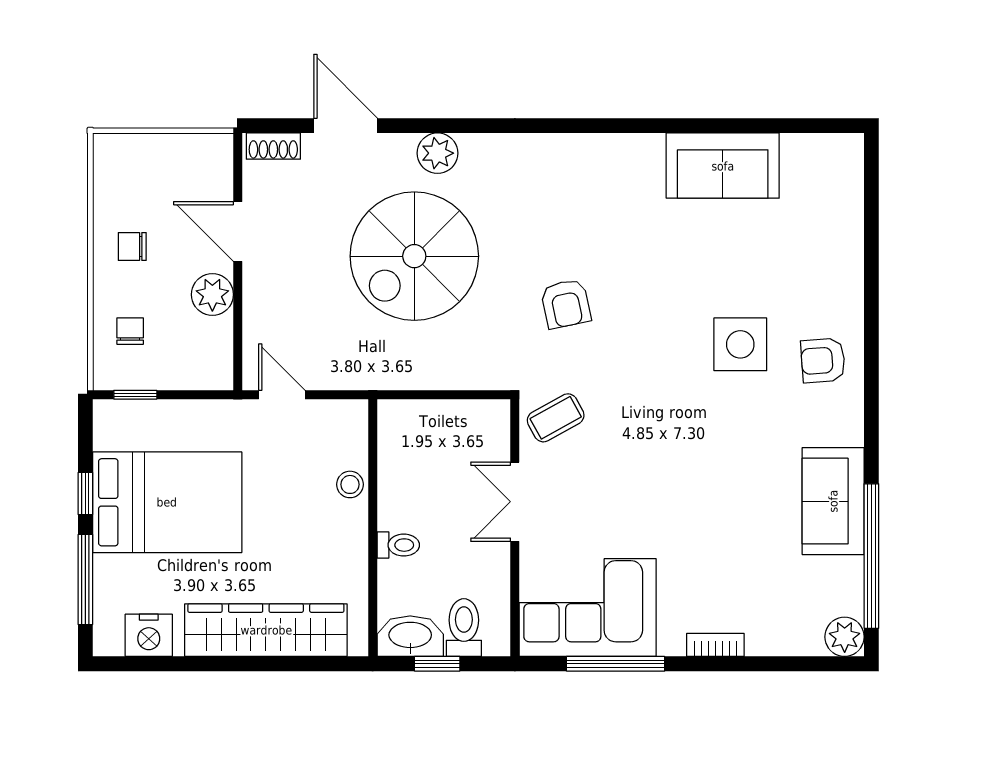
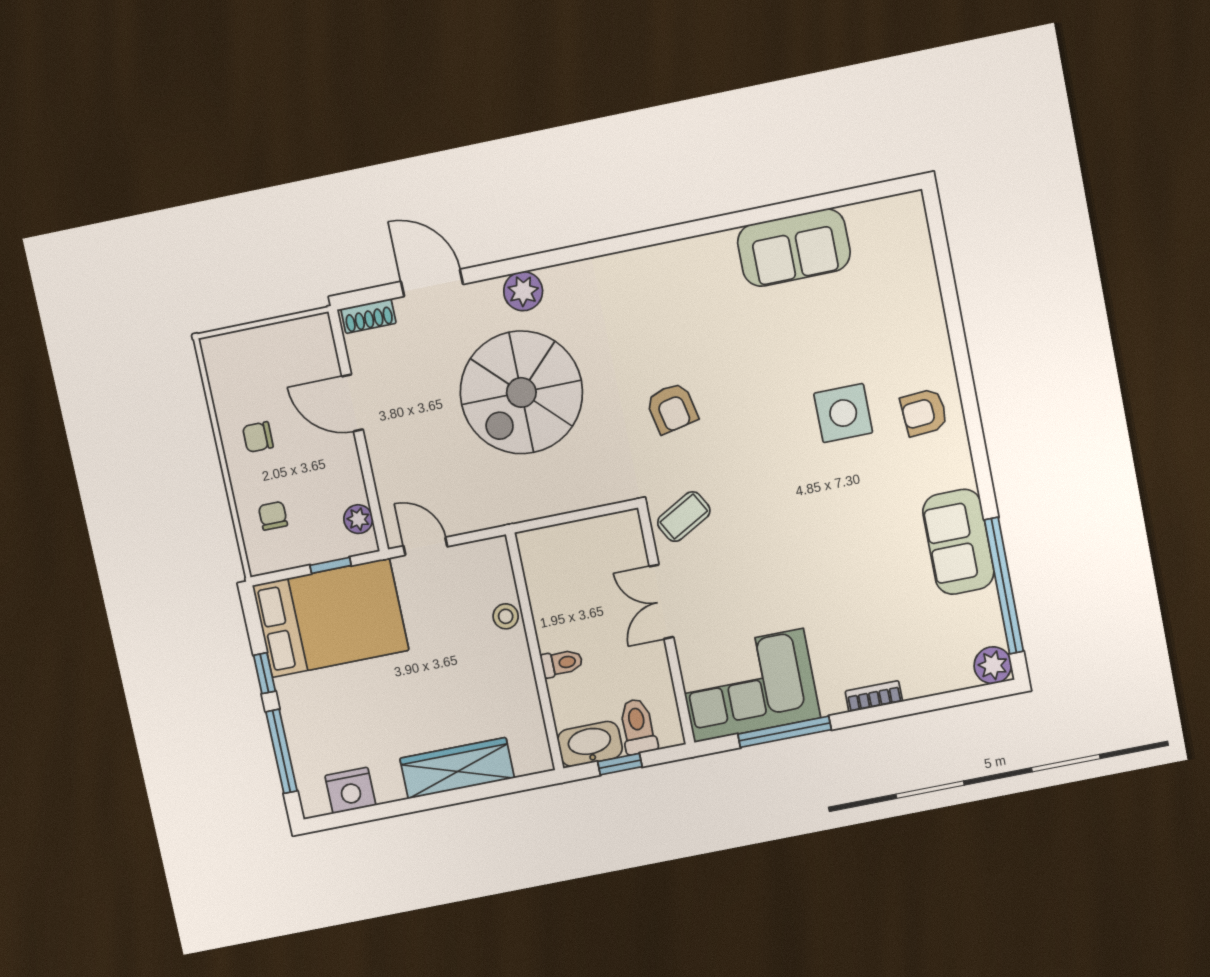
plant: (212, 295) -> (358, 519), moved, width x0.73, depth x0.73
window: (135, 395) -> (331, 565), moved
bed: (167, 502) -> (331, 618), moved
wardrobe: (266, 630) -> (457, 768), width x0.71, depth x0.85

